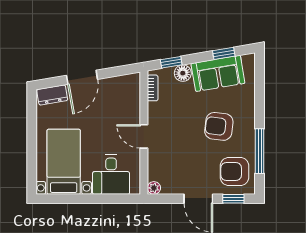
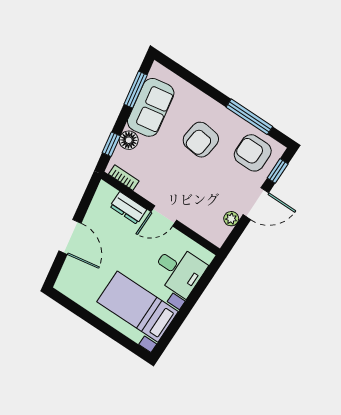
window: (224, 53) -> (136, 90), width x1.50
dresser: (52, 95) -> (128, 208), moved, turned 100
armchair: (235, 172) -> (253, 153), turned 90
plant: (154, 188) -> (231, 219), moved

